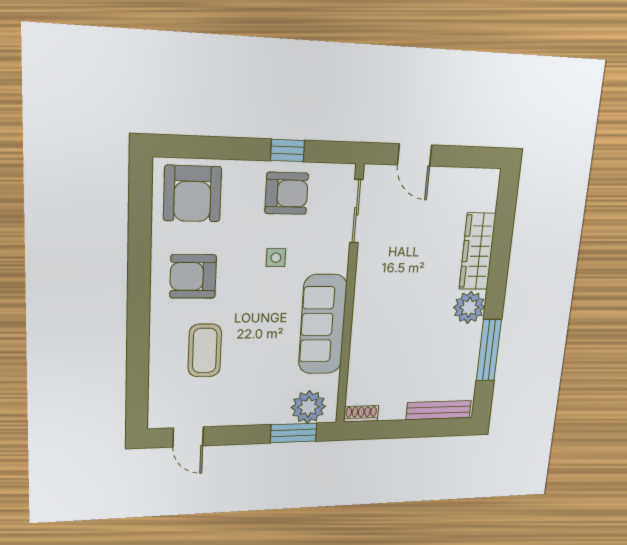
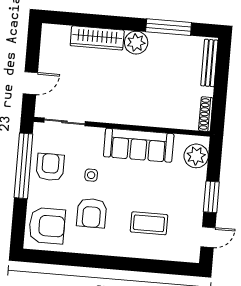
window: (288, 150) -> (23, 166), width x3.17
armchair: (193, 276) -> (92, 213), moved
shoe rack: (361, 414) -> (206, 114), width x1.43
window: (294, 433) -> (211, 197), moved

